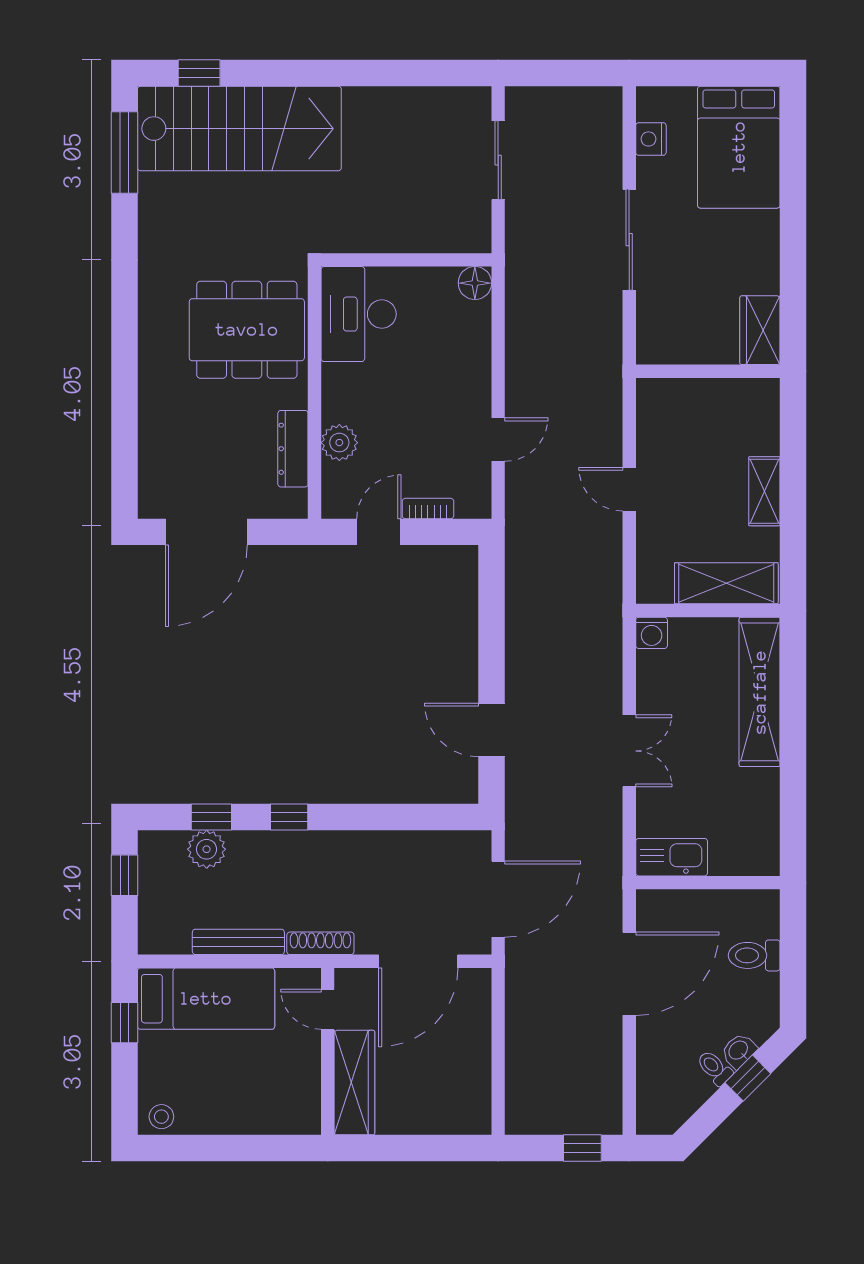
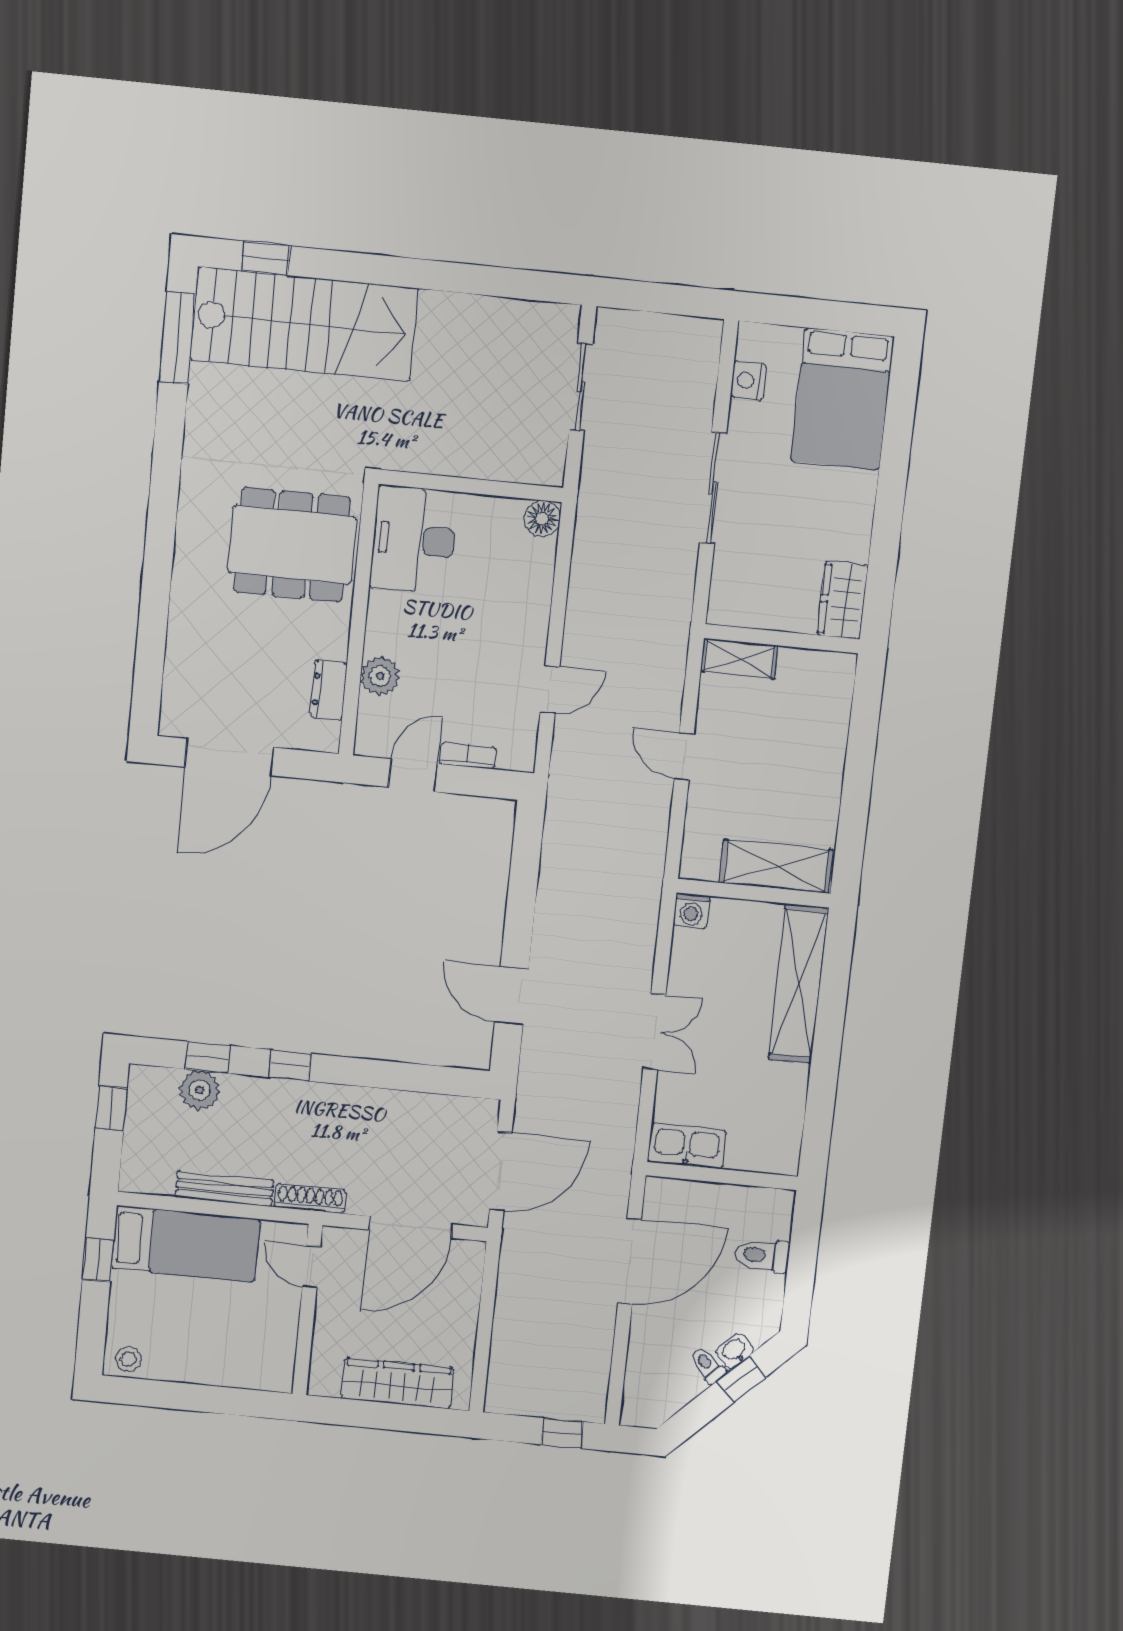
dresser: (293, 449) -> (329, 690), width x0.70
shelving: (764, 491) -> (739, 658), moved, turned 90
wardrobe: (354, 1083) -> (397, 1383), moved, turned -90

